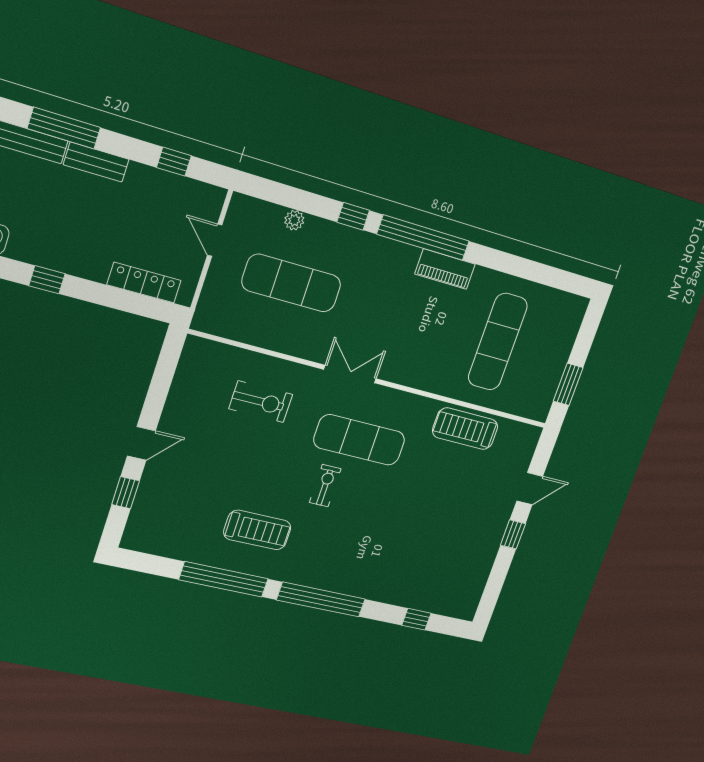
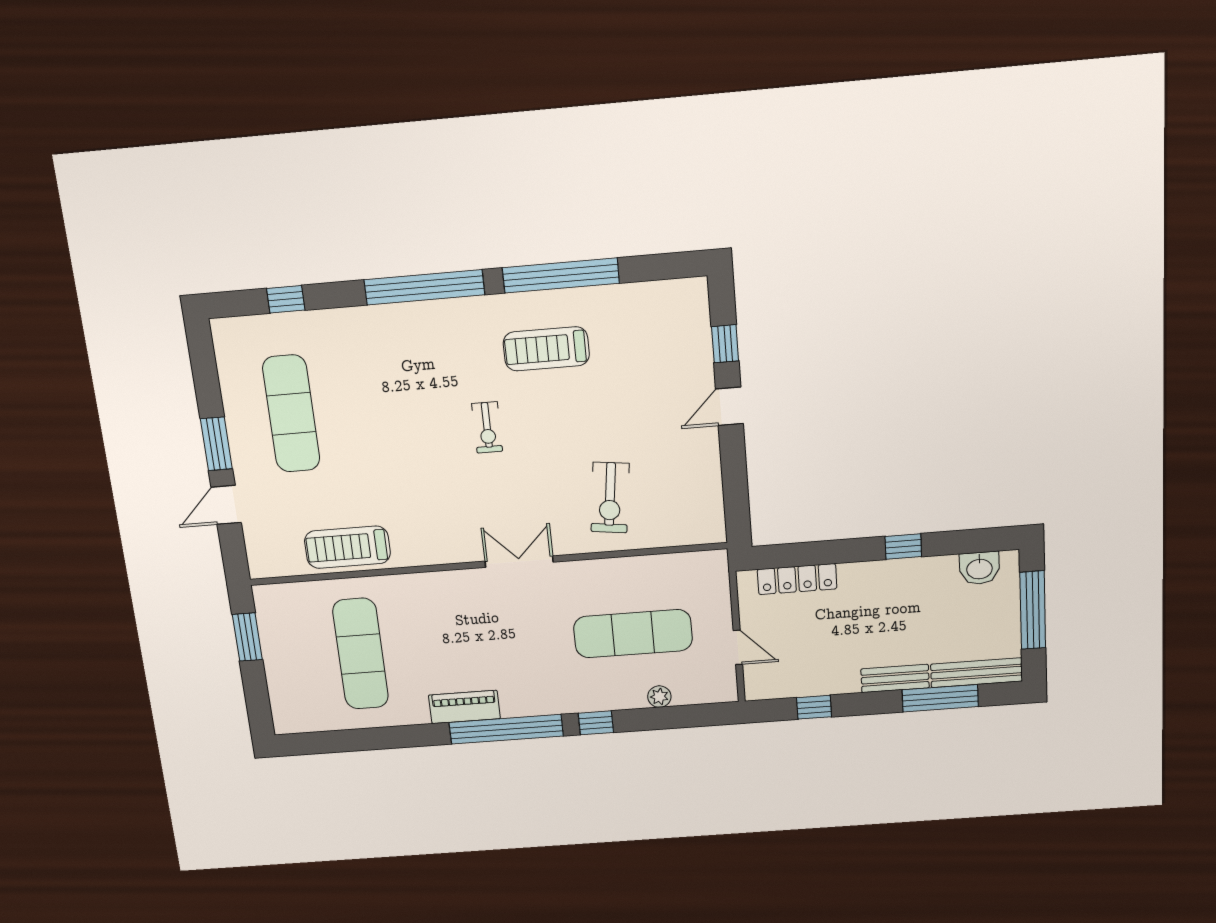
double door: (350, 374) -> (519, 562), swing flipped
exercise bike: (261, 402) -> (610, 498), turned -83
treadmill: (465, 429) -> (347, 547), turned 180
exercise mat: (359, 440) -> (291, 414), moved, turned 90
window: (513, 534) -> (216, 444), width x1.50

